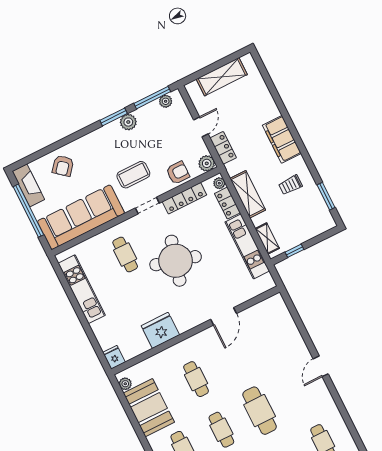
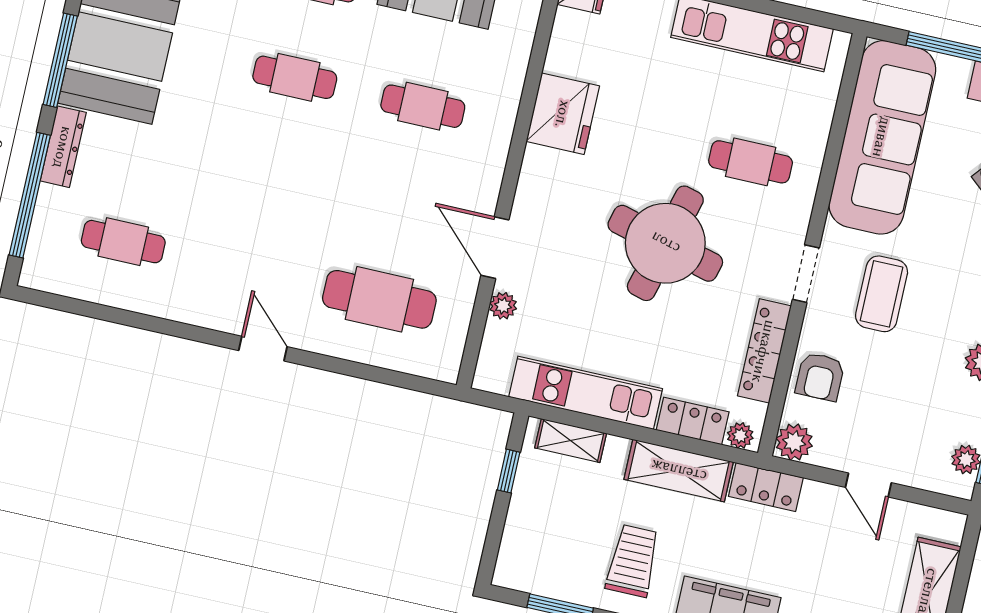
locker: (223, 148) -> (766, 487), moved
trolley: (290, 185) -> (633, 561), width x1.36, depth x1.39
plant: (241, 298) -> (503, 306), added
cafe table: (260, 411) -> (379, 299), moved

